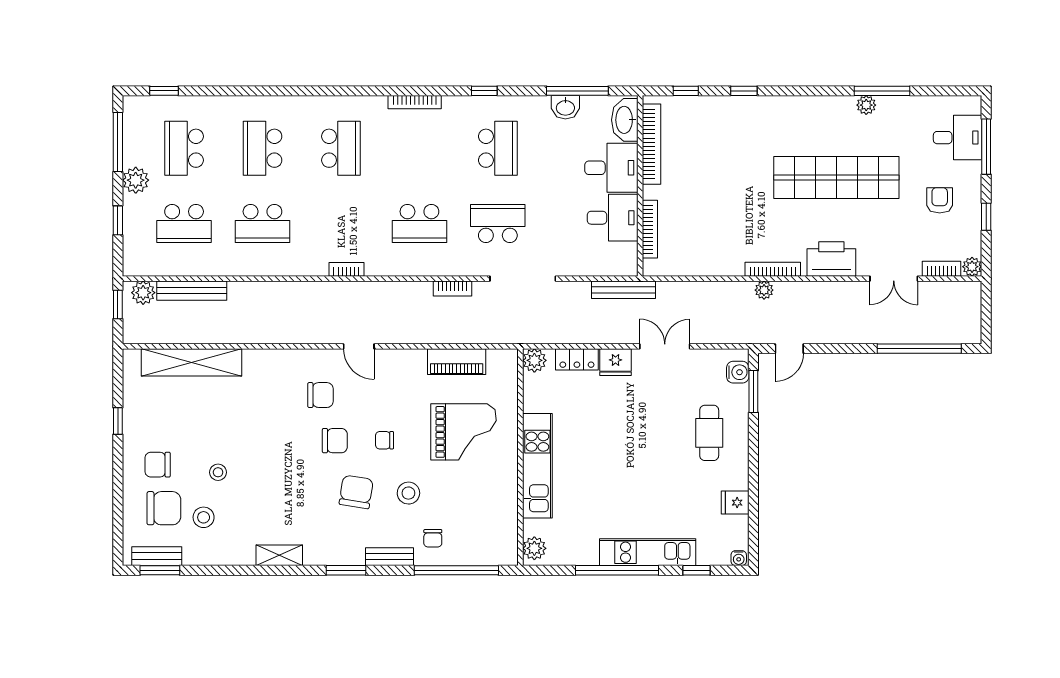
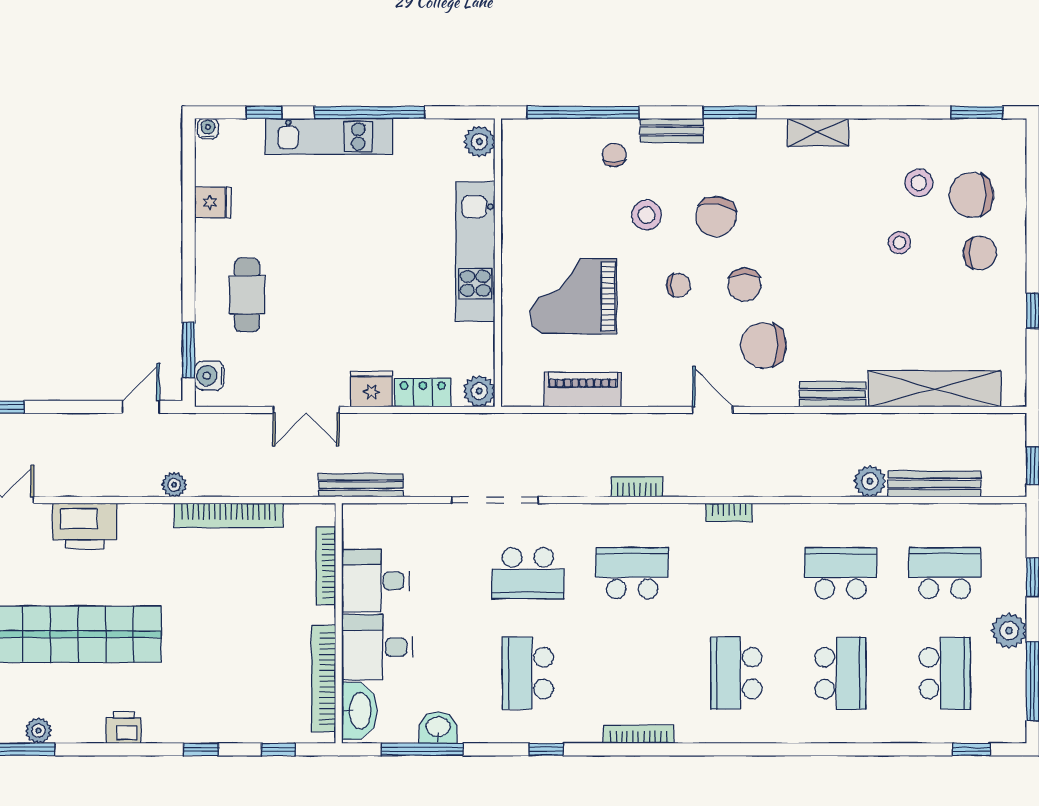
printer: (802, 107) -> (124, 727), added
bookcase: (773, 269) -> (229, 515), moved, width x1.48, depth x1.31
bookcase: (453, 288) -> (637, 487), moved
plant: (143, 293) -> (870, 481), moved
chair: (320, 395) -> (764, 345), width x1.37, depth x1.37
chair: (335, 441) -> (744, 285), turned -91
bench: (157, 556) -> (833, 394), moved

